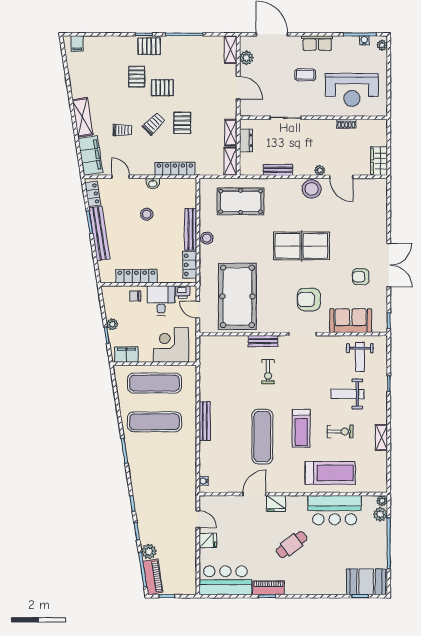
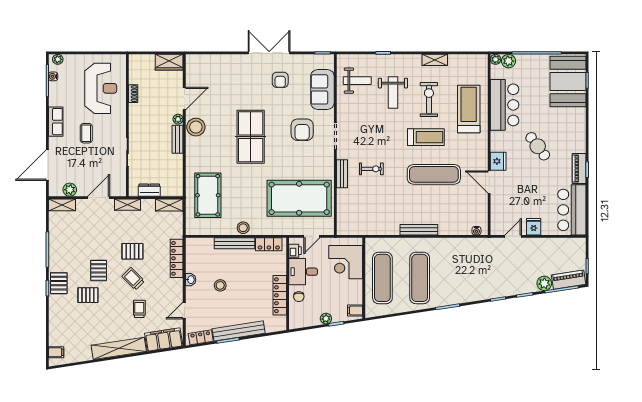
shelving: (83, 117) -> (119, 348), width x1.47
shelving: (231, 133) -> (127, 205), moved
bench: (278, 170) -> (178, 139), moved
filing cabinet: (126, 355) -> (355, 311), width x0.50
exercise bike: (340, 431) -> (429, 100), width x1.38, depth x1.39
booth: (366, 582) -> (568, 81), width x1.36, depth x1.42

